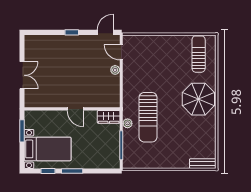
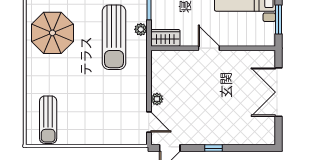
double door: (22, 75) -> (278, 92), width x1.37
parasol: (198, 99) -> (52, 33), moved
sun lounger: (148, 117) -> (114, 37), turned 180

